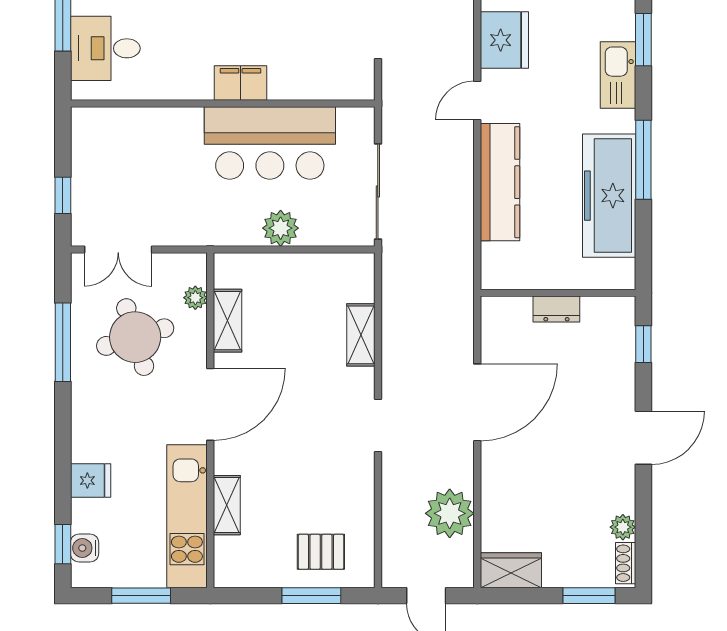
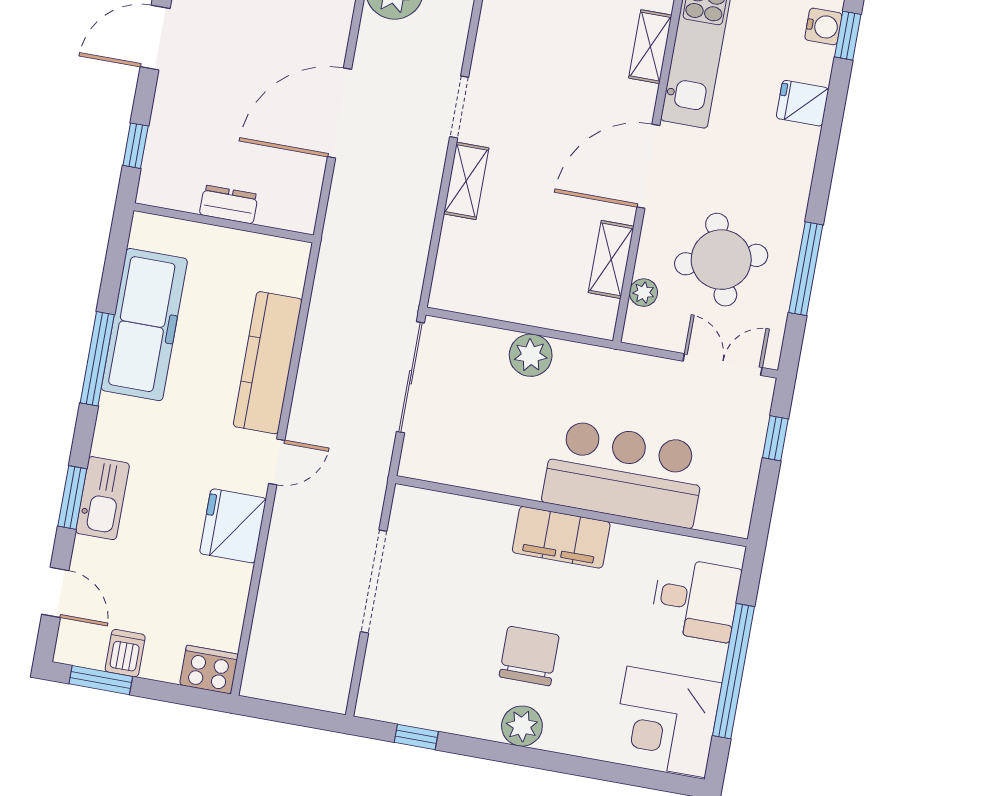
kitchen sink: (618, 75) -> (102, 498), moved
filing cabinet: (240, 83) -> (561, 537), width x1.50, depth x1.17
bar counter: (270, 143) -> (624, 474), moved
shelving: (361, 335) -> (466, 181), moved

